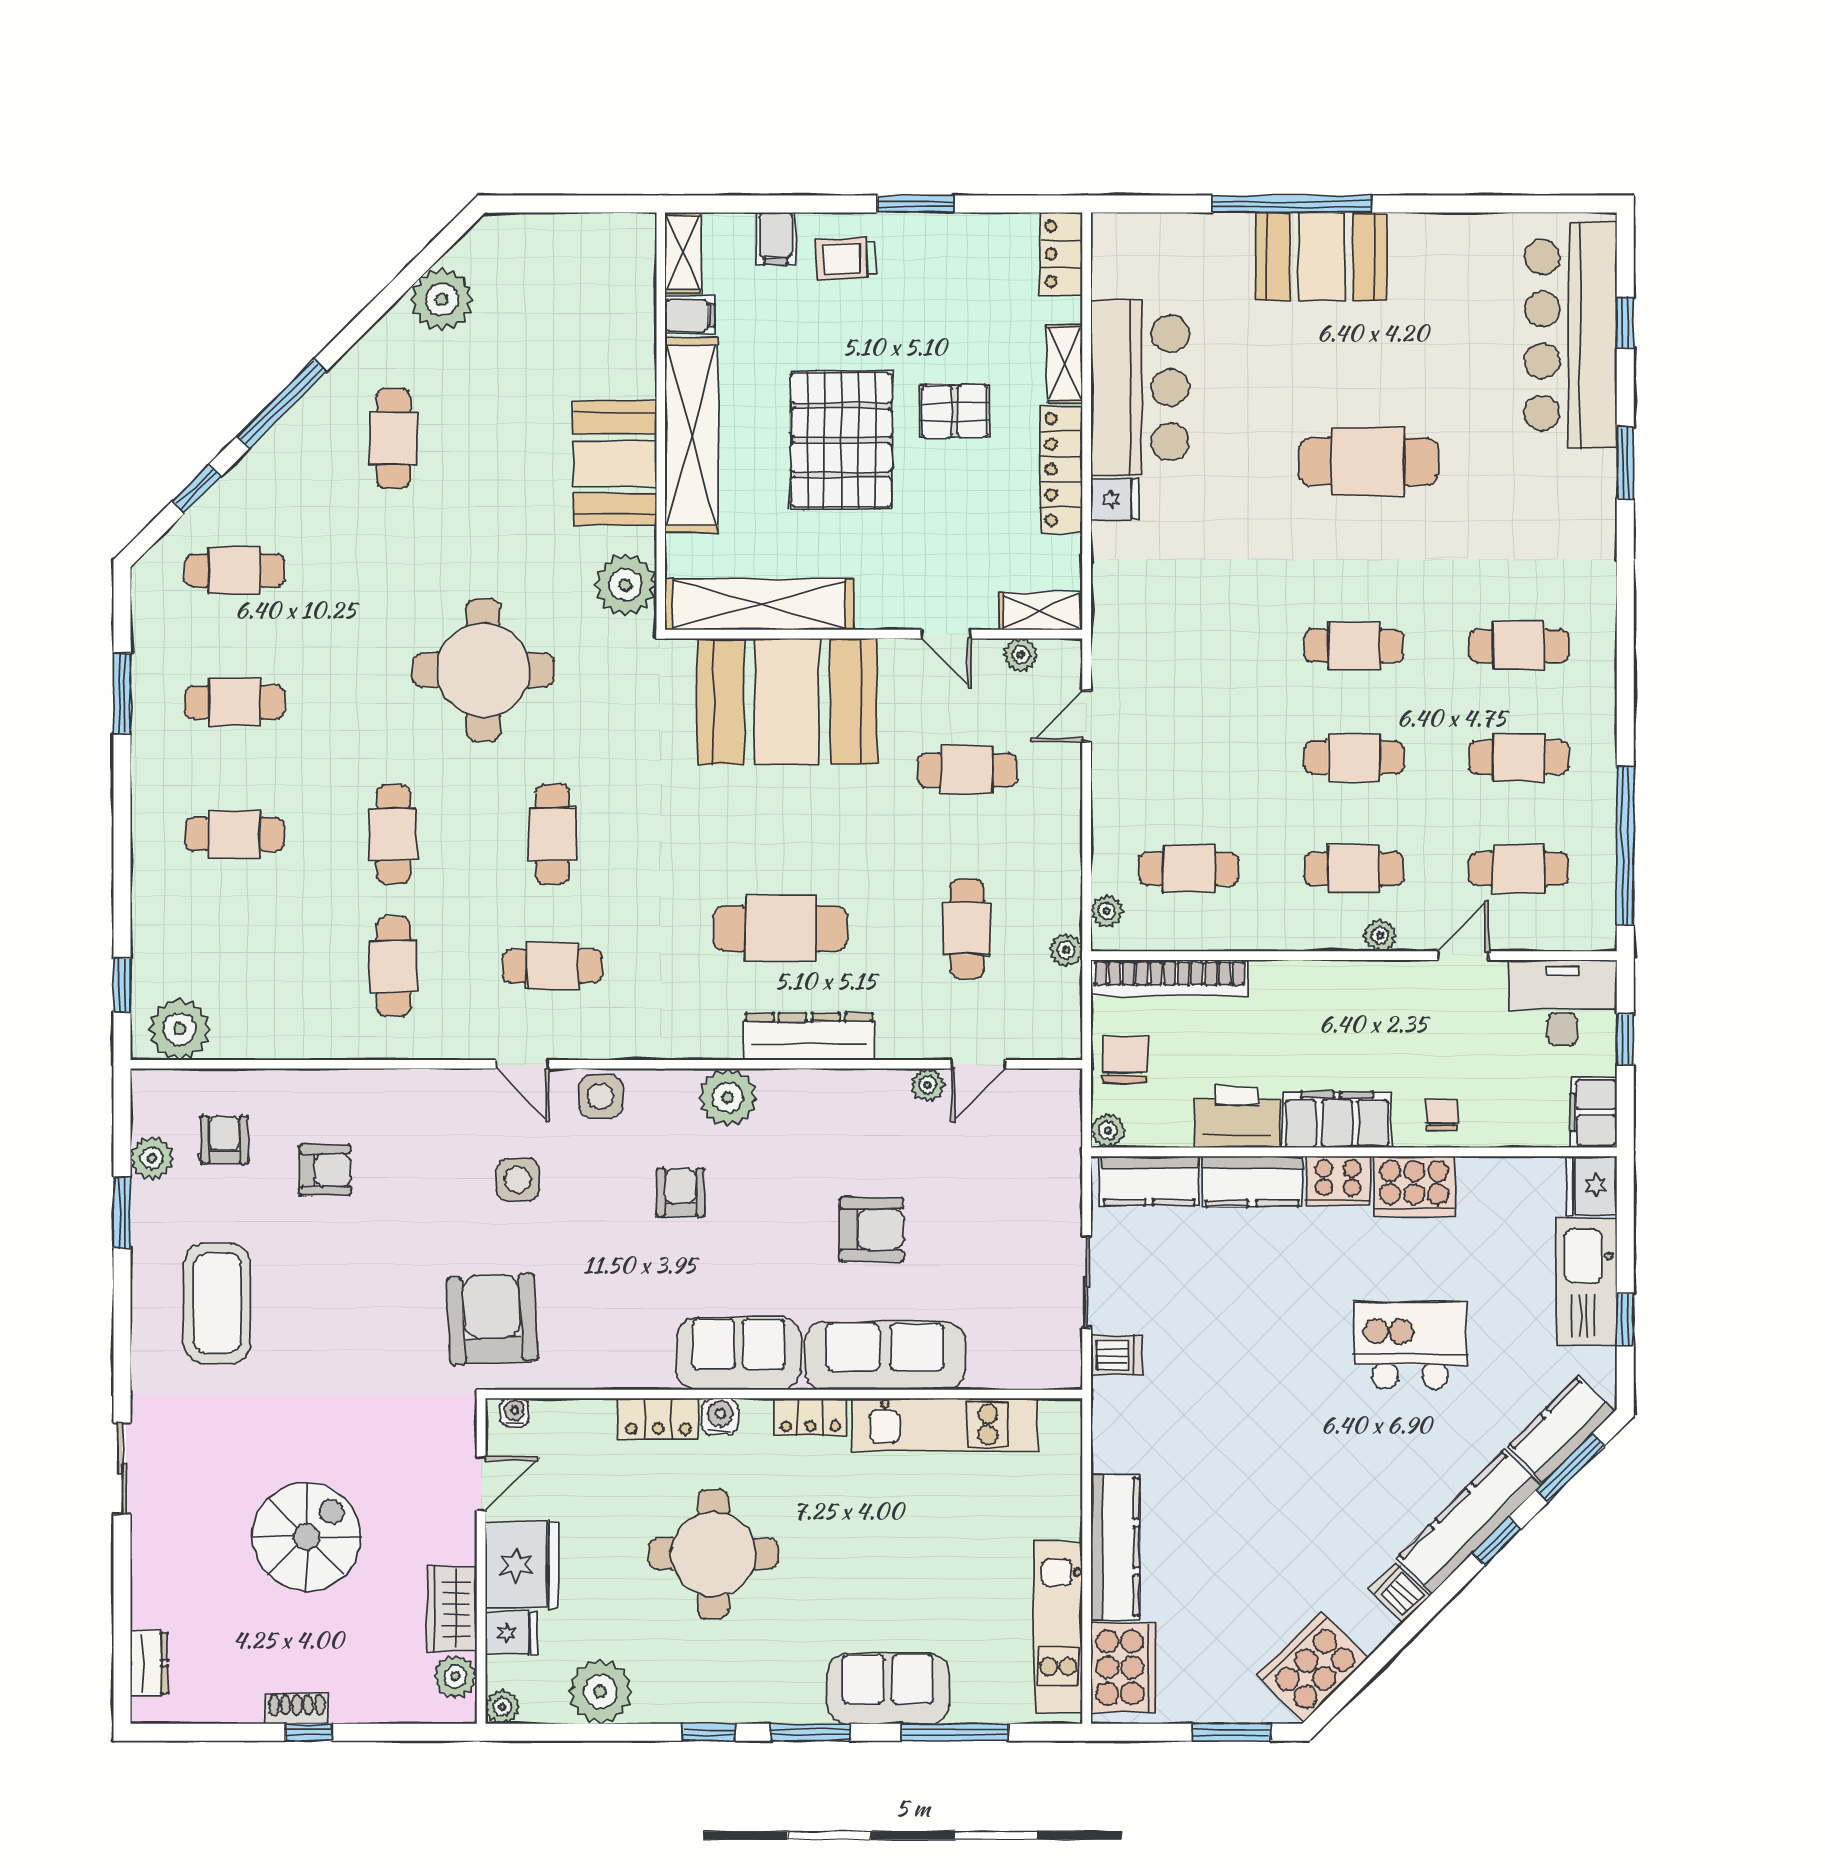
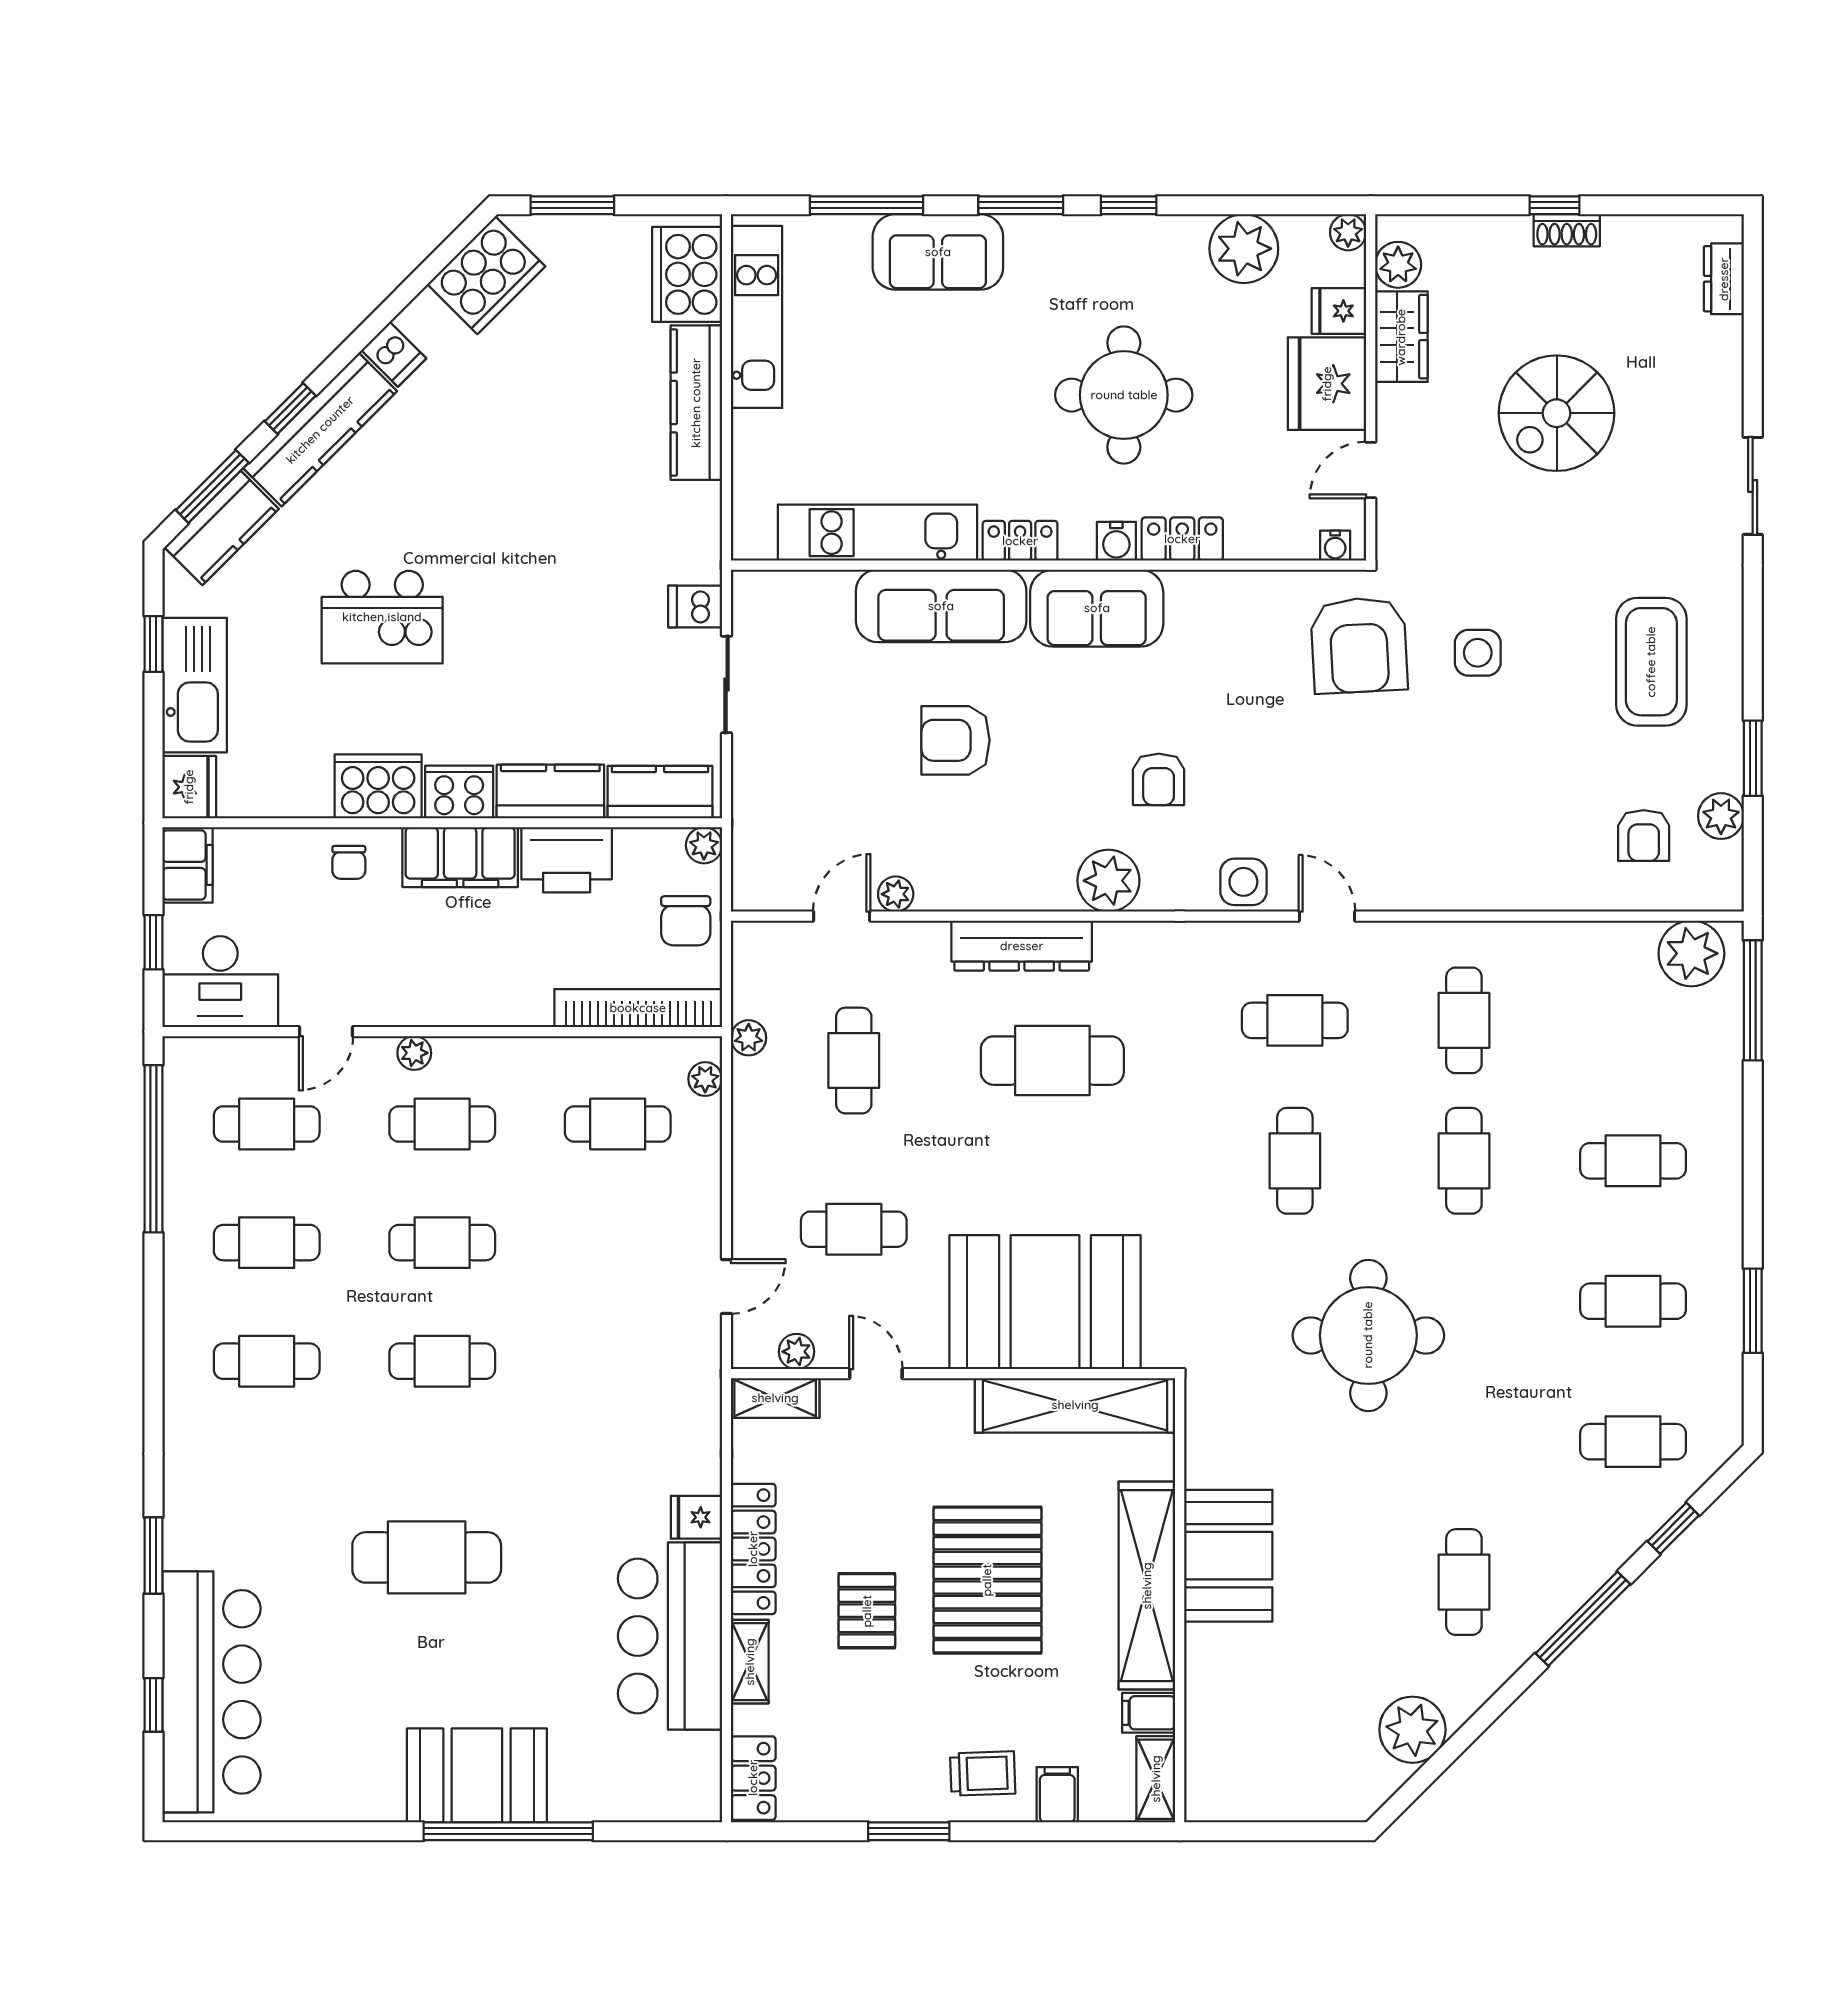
pallet: (955, 411) -> (867, 1611), turned 90
plant: (626, 585) -> (1217, 1426), removed
window: (122, 985) -> (1753, 1000), width x2.17
armchair: (325, 1170) -> (1536, 804), removed
side table: (518, 1180) -> (1478, 653), moved

